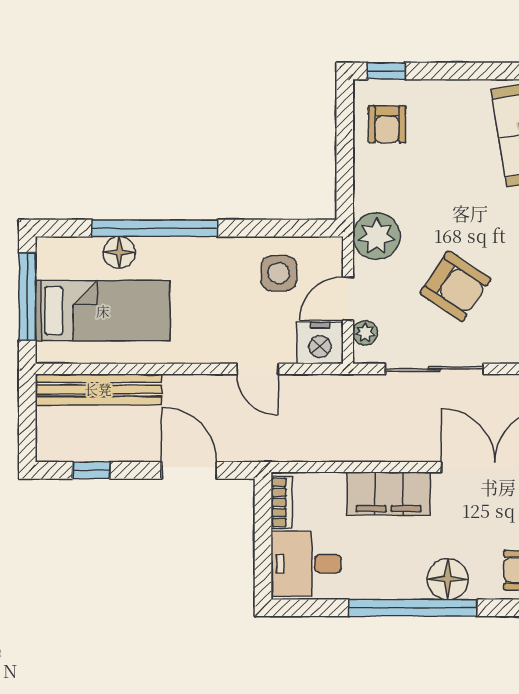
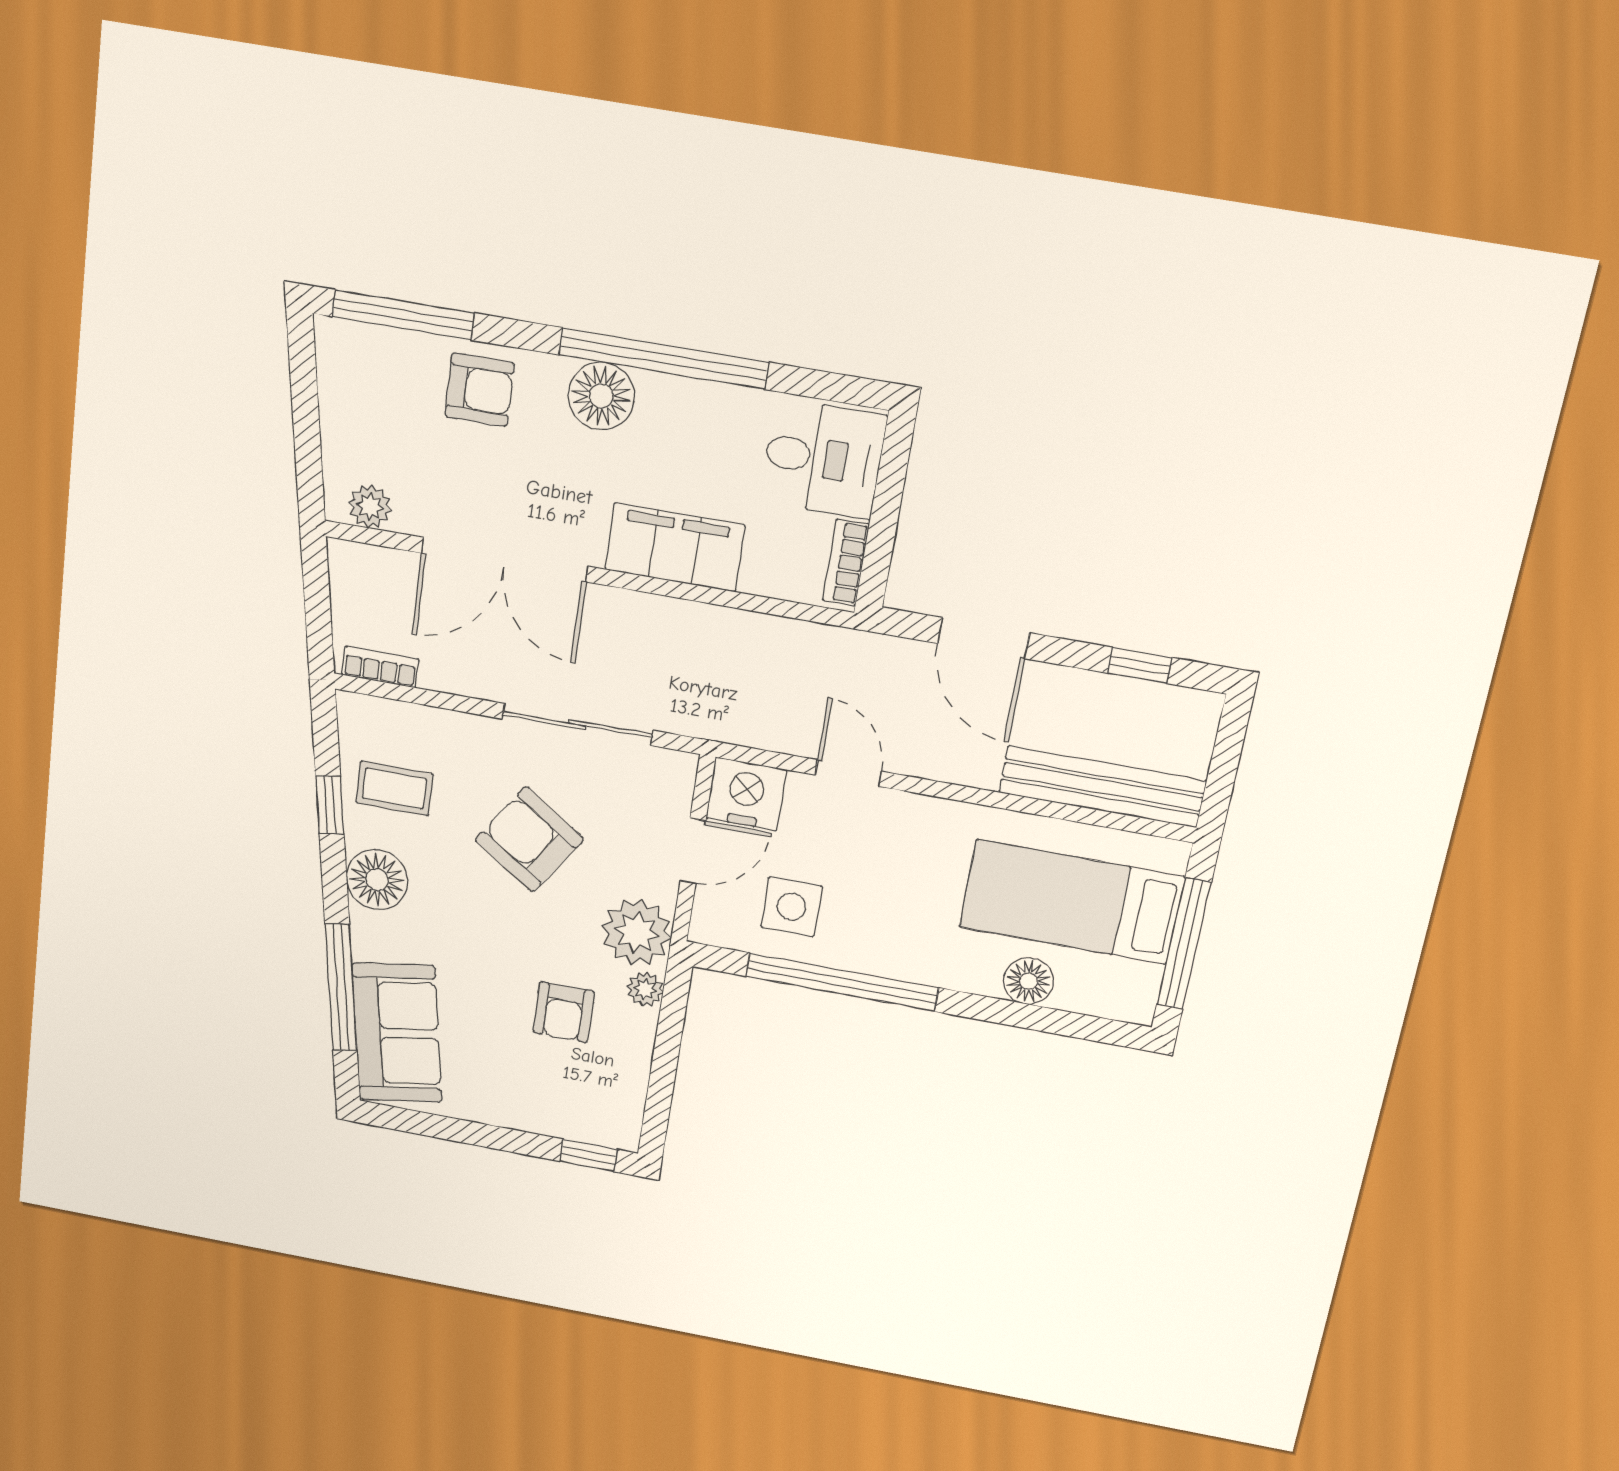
armchair: (387, 124) -> (564, 1012), moved, turned 180
window: (154, 228) -> (842, 982), moved
plant: (365, 333) -> (645, 989), moved

